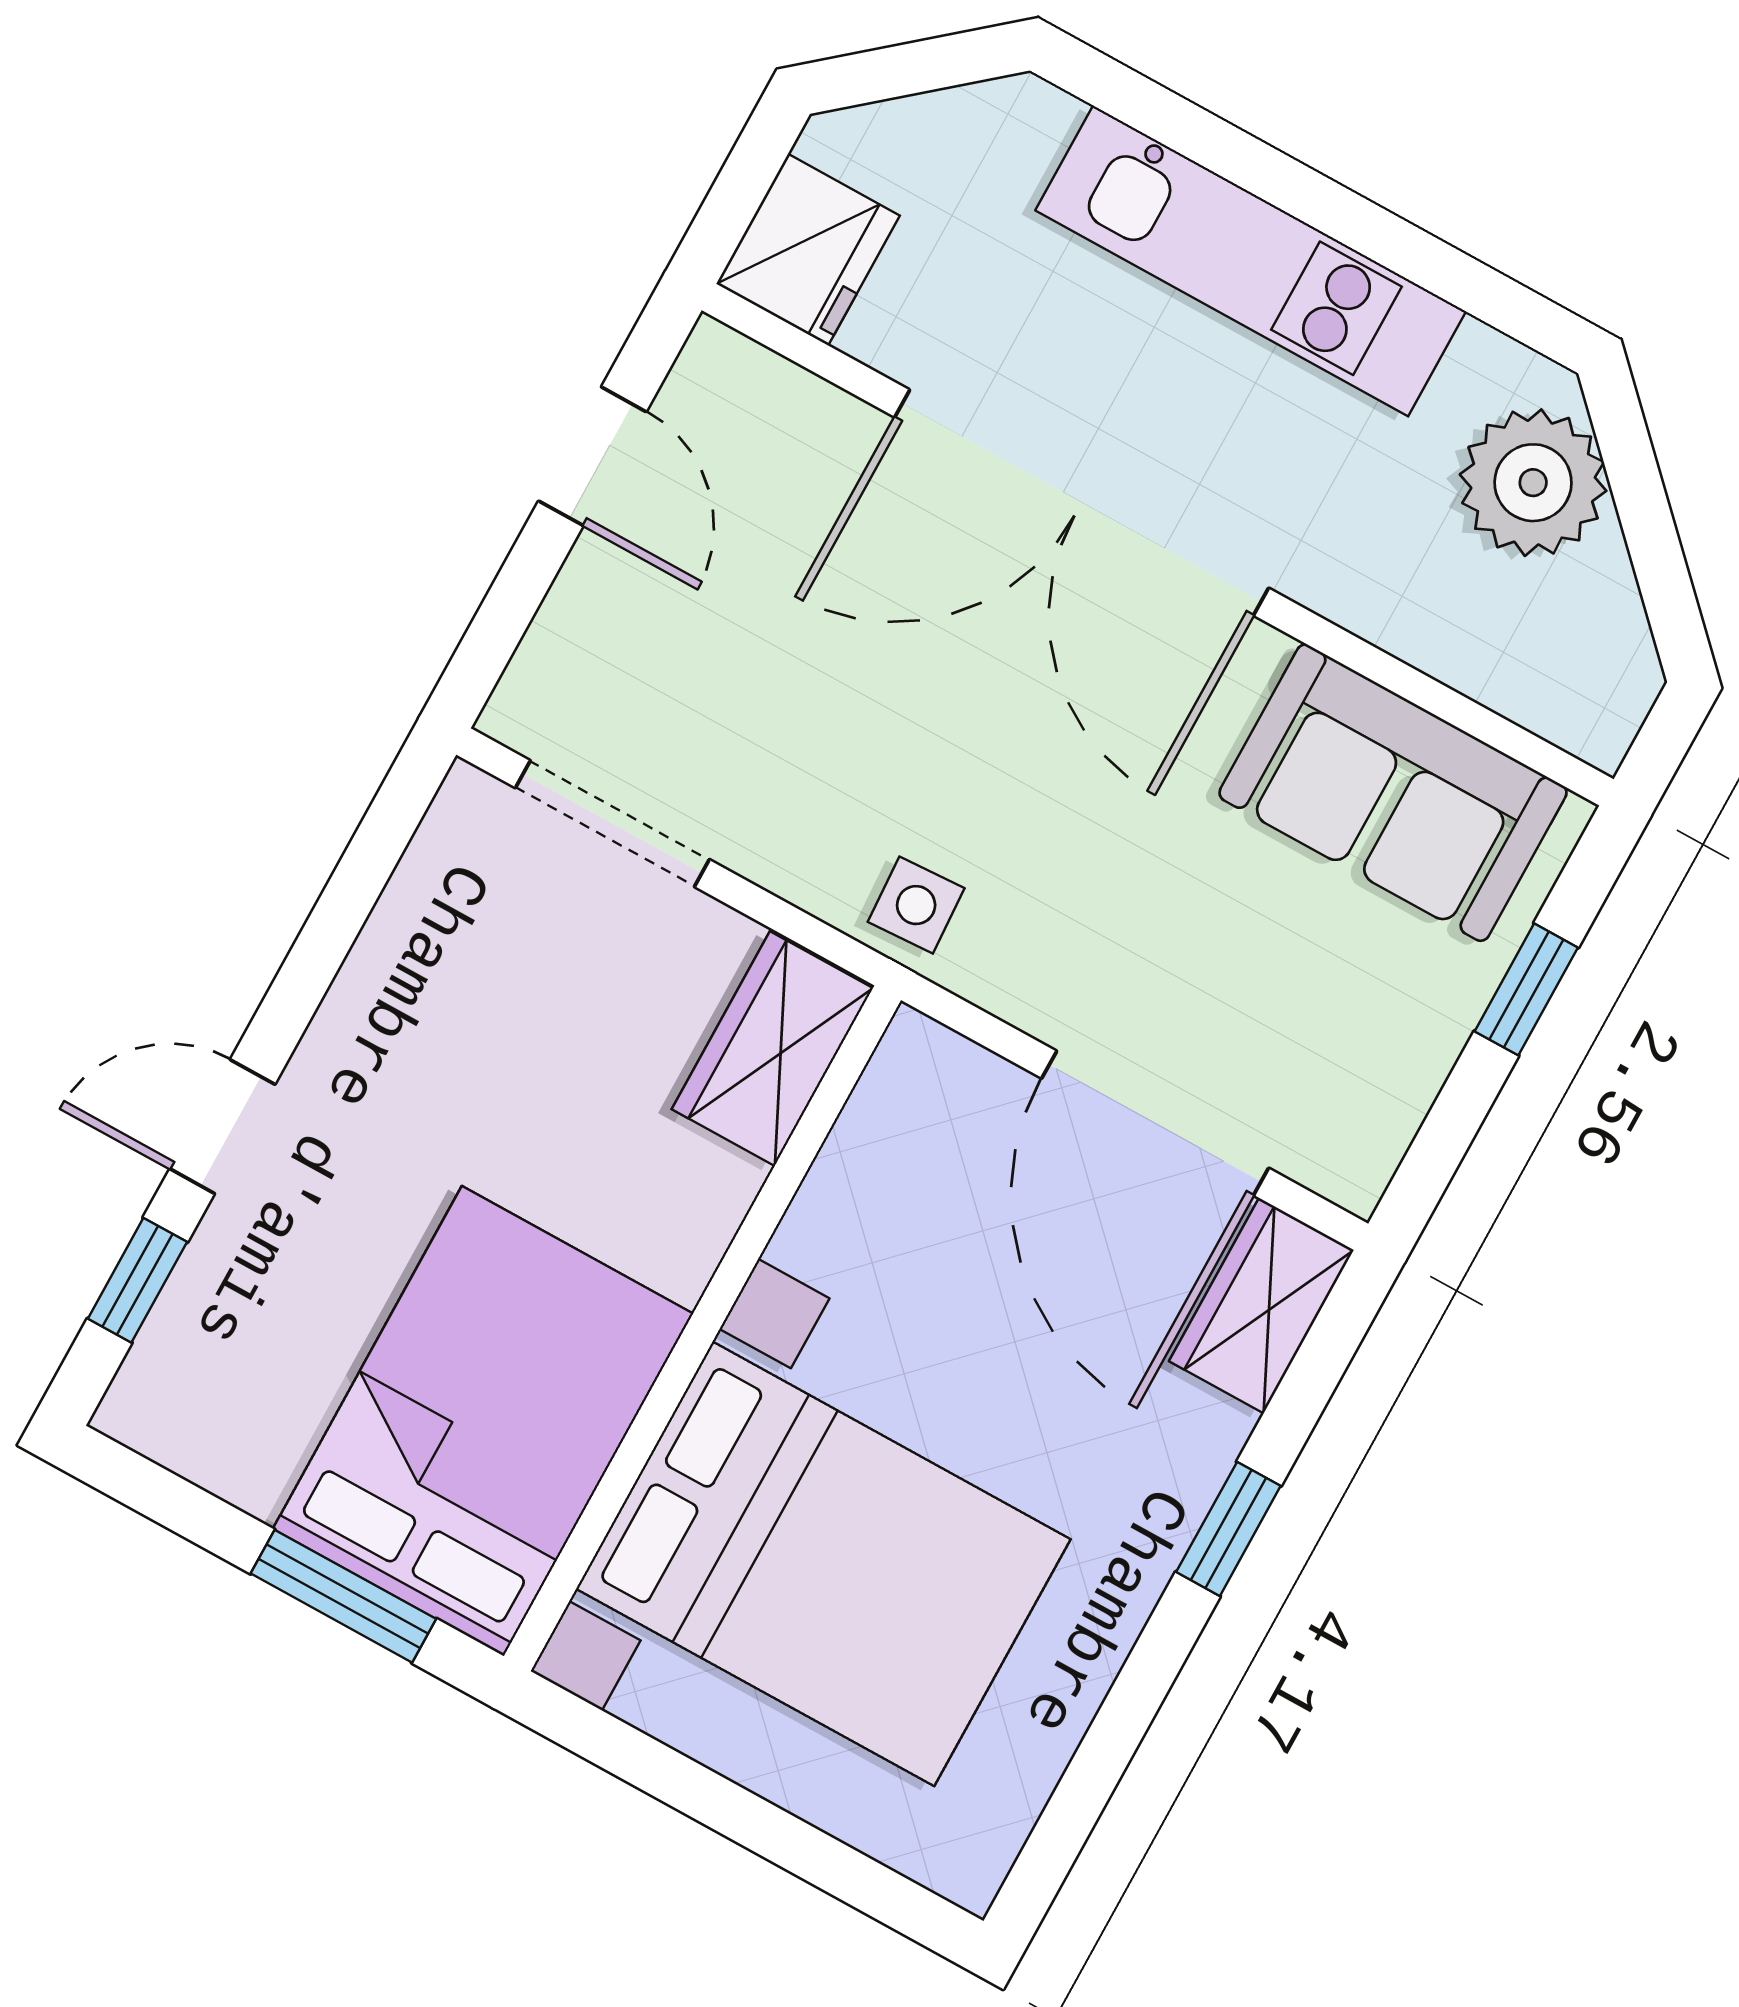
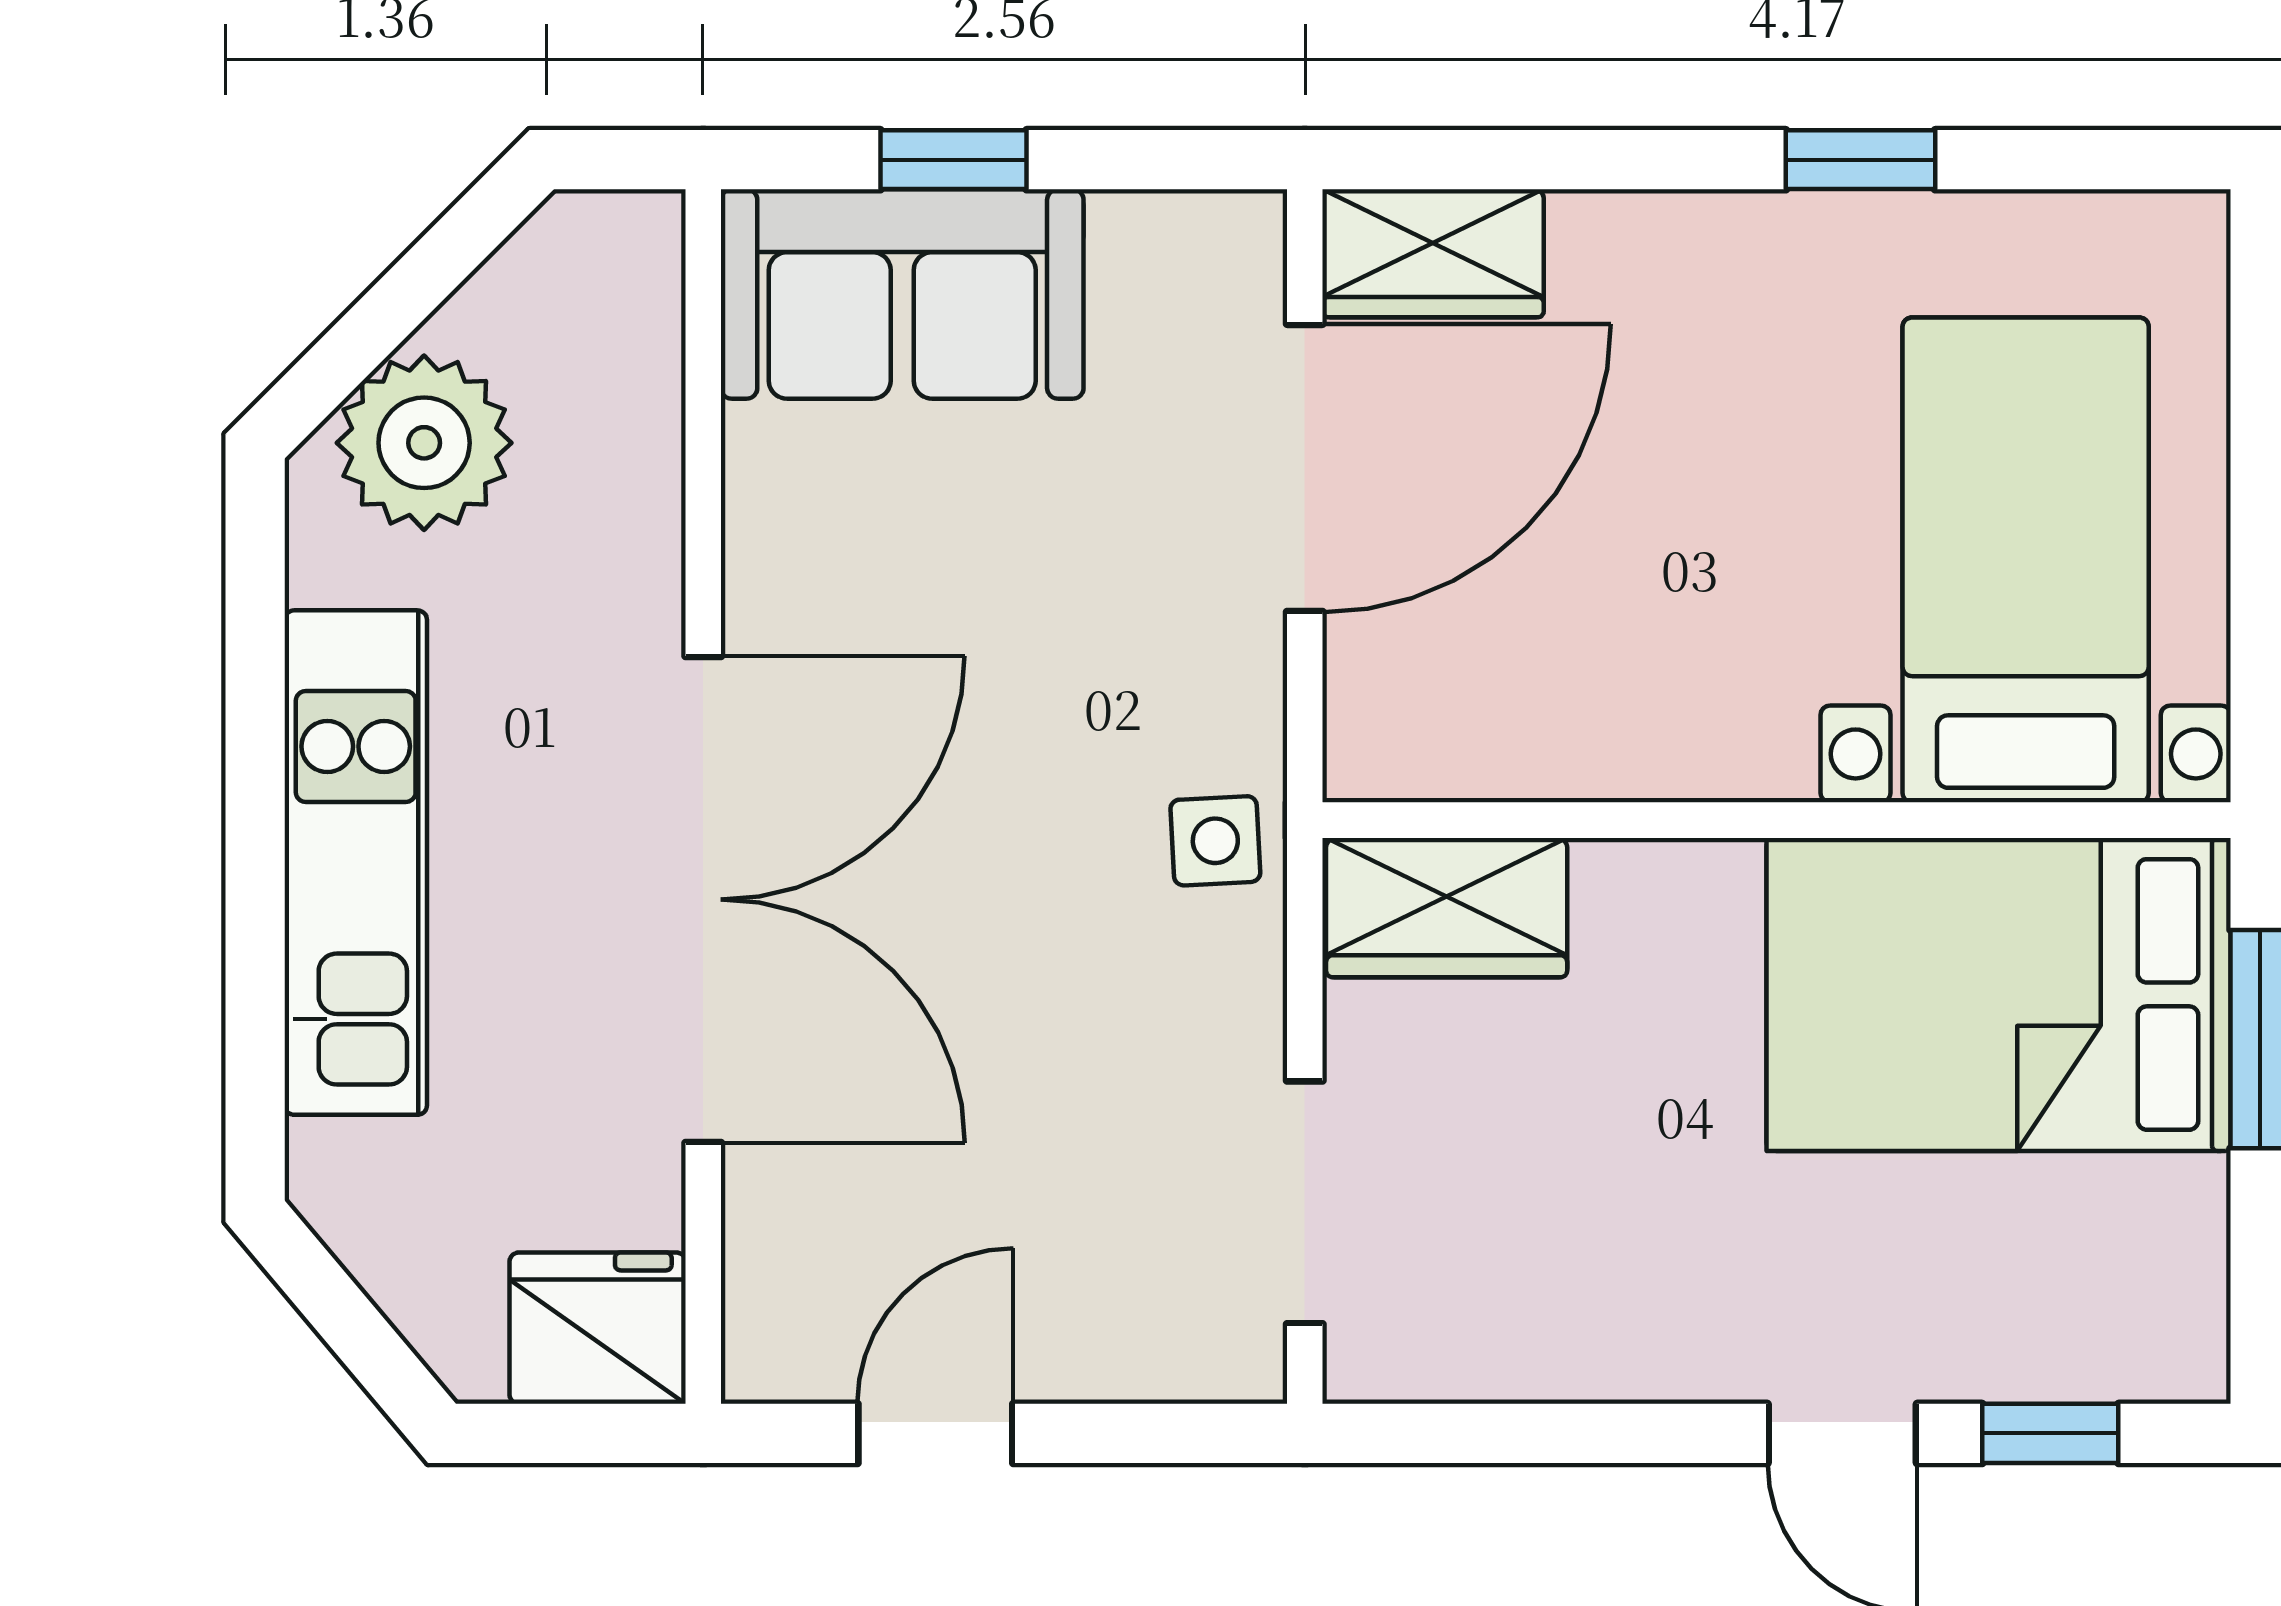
sofa: (1393, 793) -> (902, 294), moved, turned 90
window: (1228, 1529) -> (1861, 160), moved
bed with nightstands: (823, 1564) -> (2026, 560), width x0.73

